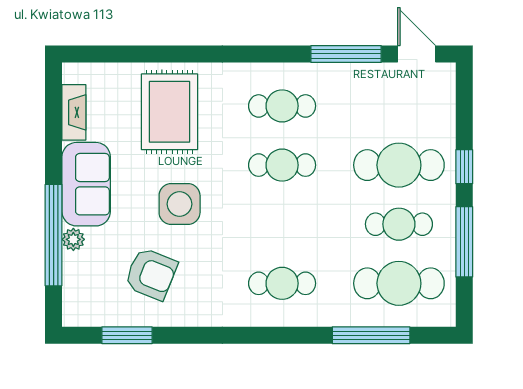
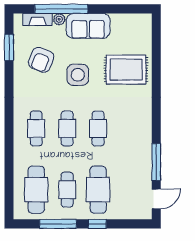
cafe table: (282, 106) -> (67, 128), moved
fireplace: (74, 112) -> (38, 20), moved
window: (371, 335) -> (9, 175), removed

